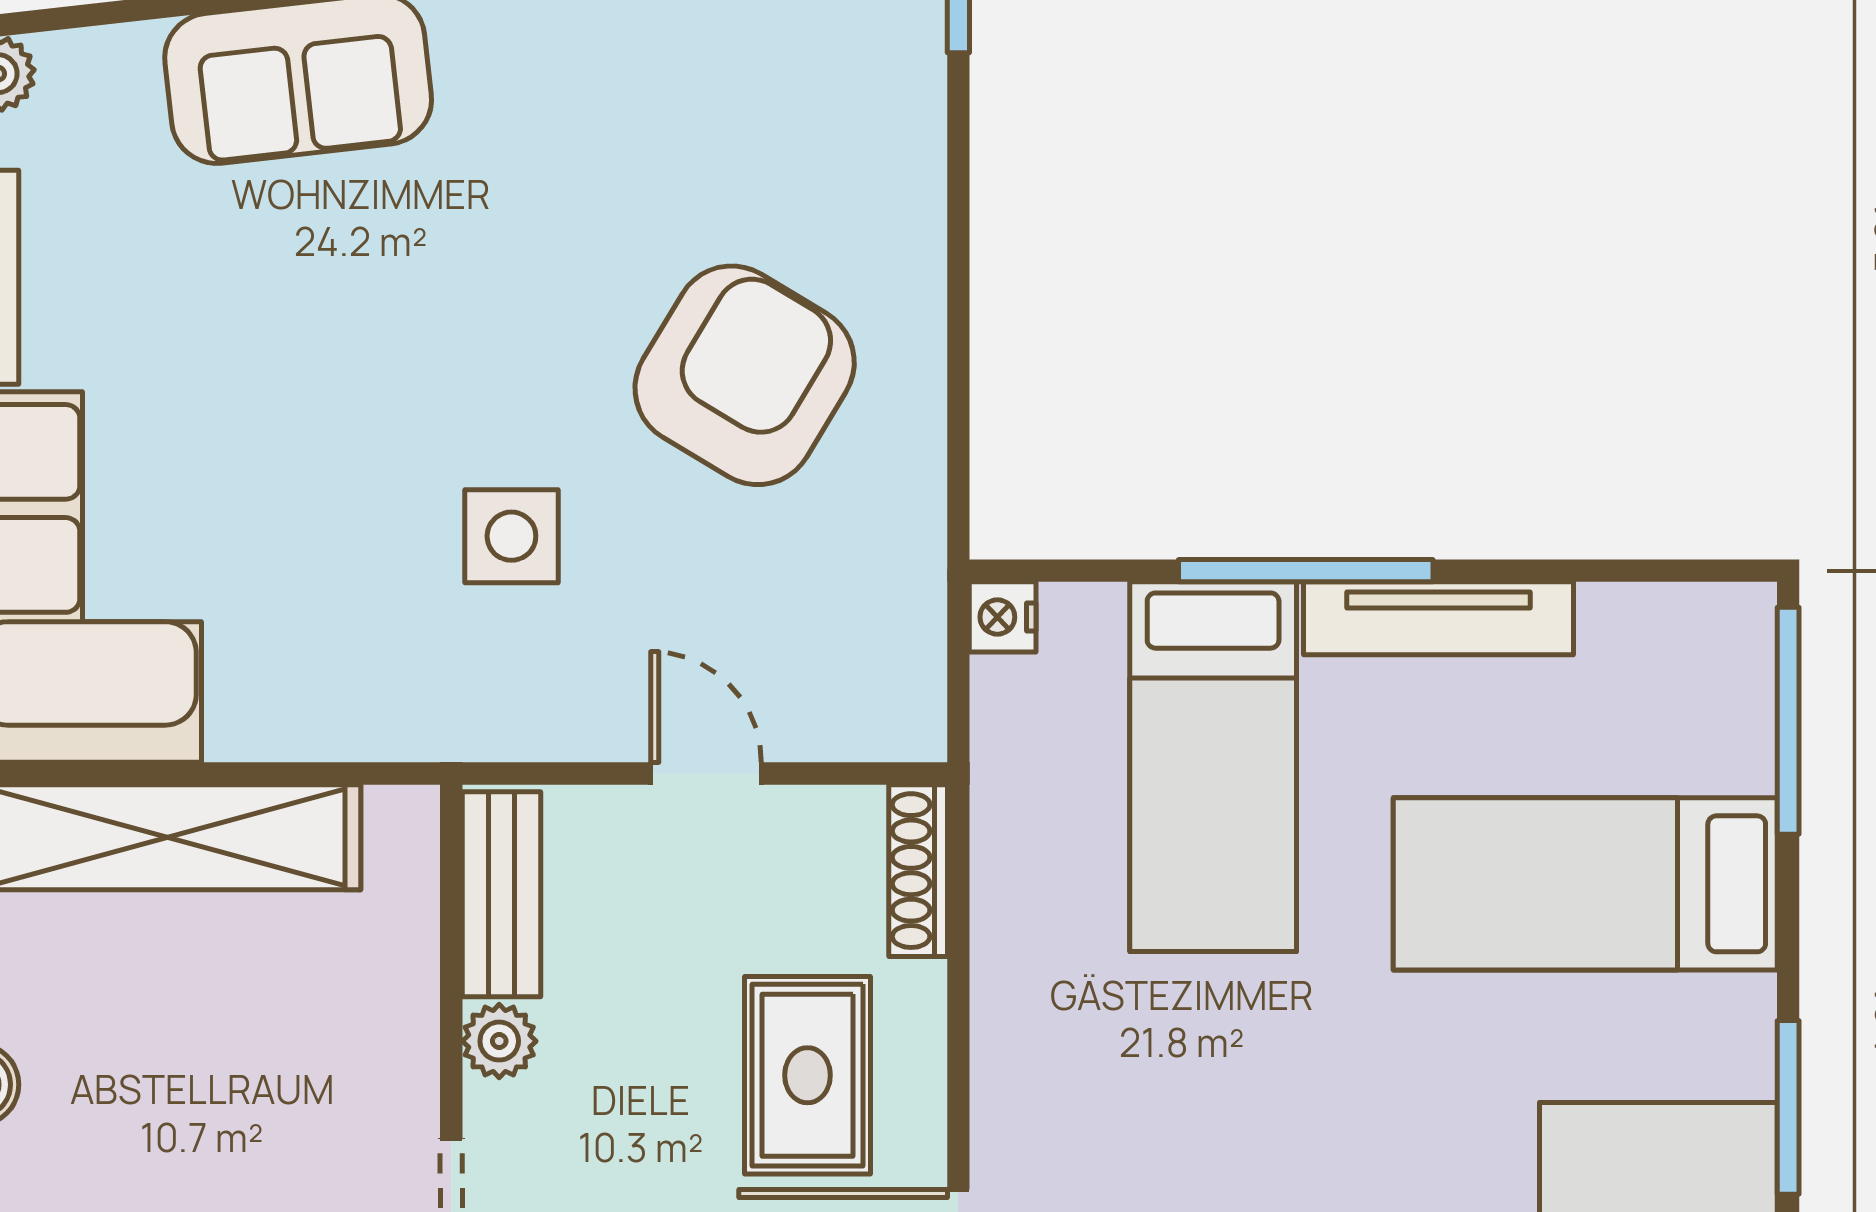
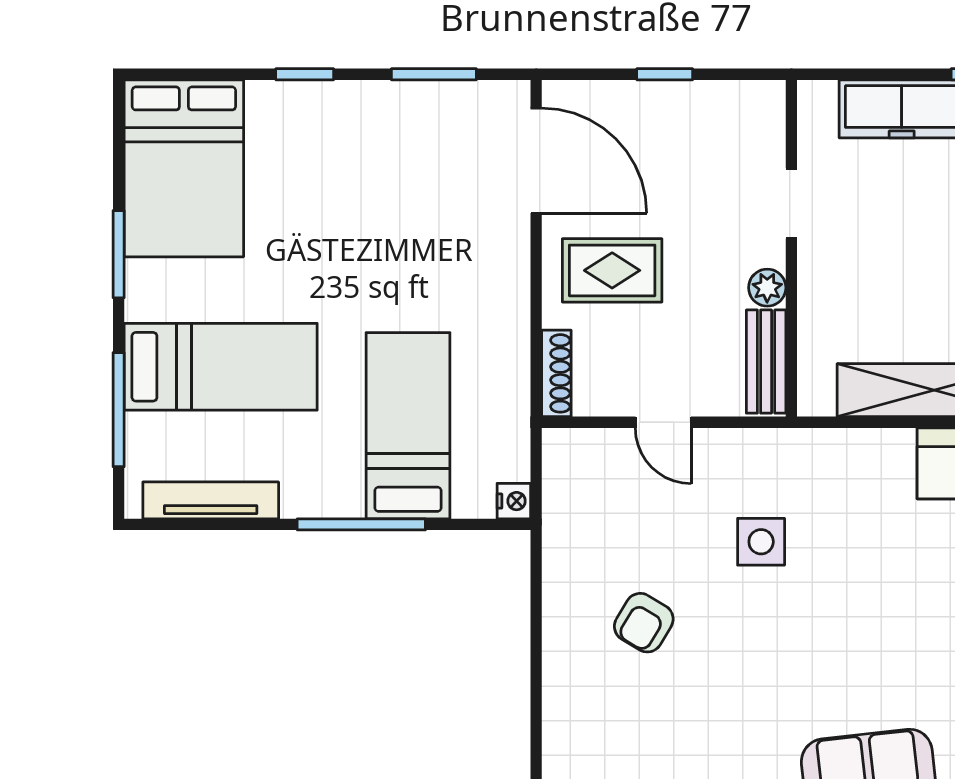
armchair: (745, 375) -> (644, 623), width x0.53, depth x0.53
tv unit: (1439, 618) -> (211, 500), moved
window: (1788, 721) -> (119, 410), moved
rug: (808, 1075) -> (612, 270), turned 90

